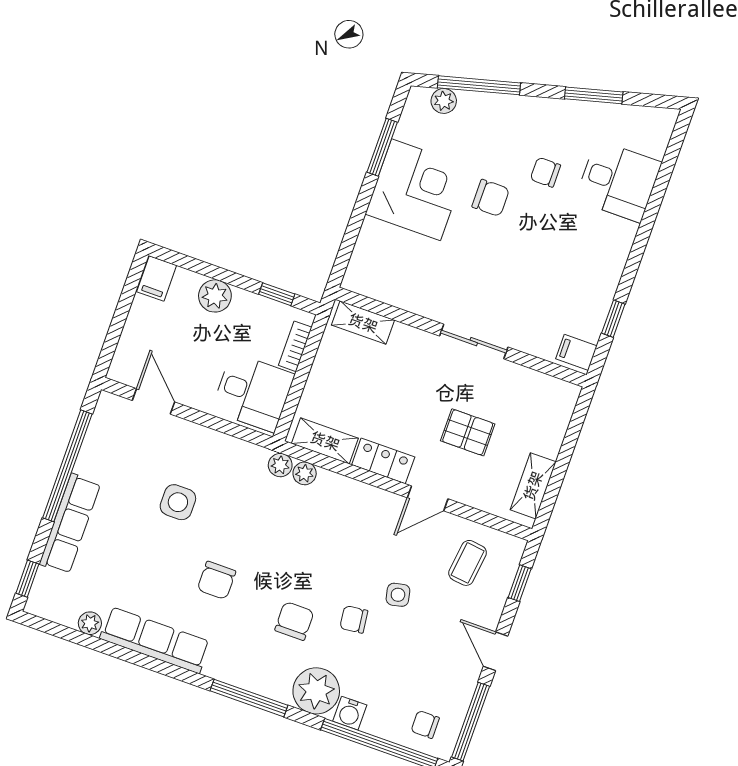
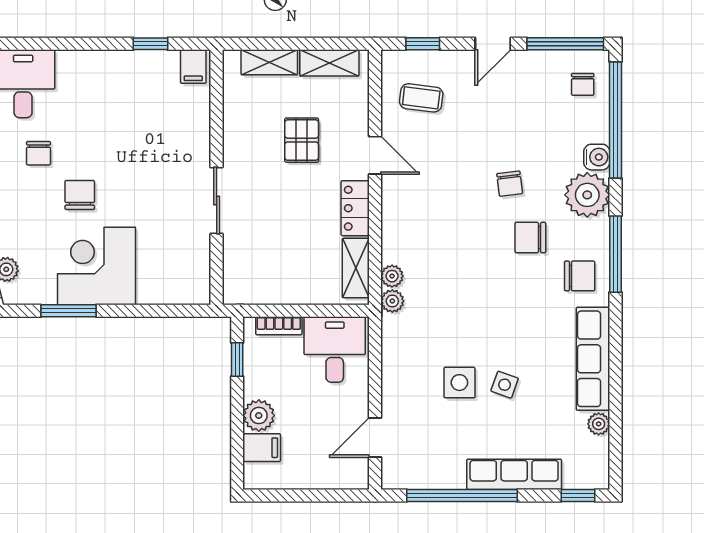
filing cabinet: (157, 278) -> (262, 448), moved
shelving: (363, 323) -> (269, 62), moved, turned 90
sliding door: (474, 342) -> (217, 200), moved
chair: (217, 580) -> (580, 276), moved
side table: (398, 595) -> (505, 385), moved, turned 32

